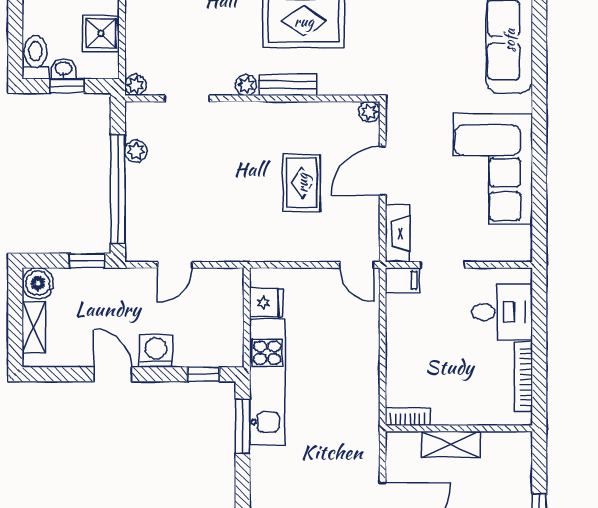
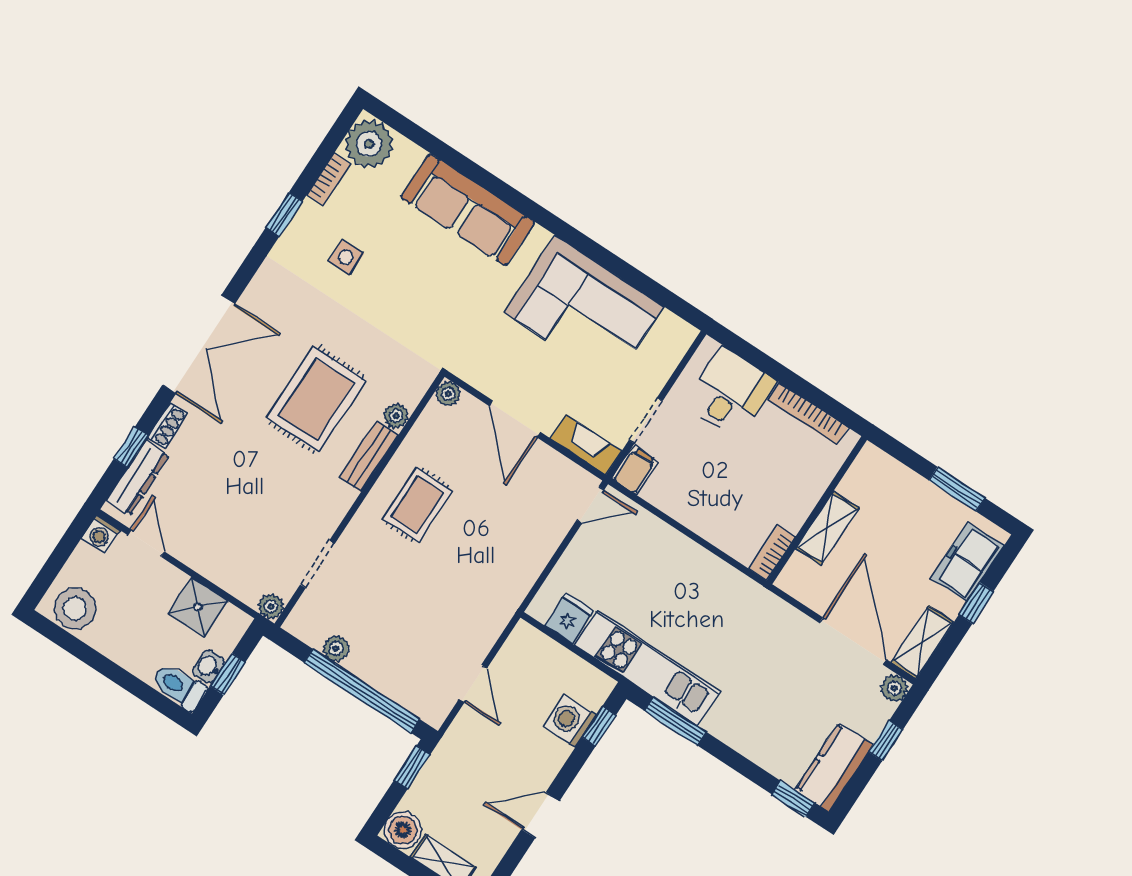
plant: (246, 85) -> (396, 416), moved
rug: (302, 183) -> (417, 505), moved, turned 90
washing machine: (156, 351) -> (570, 721), moved

